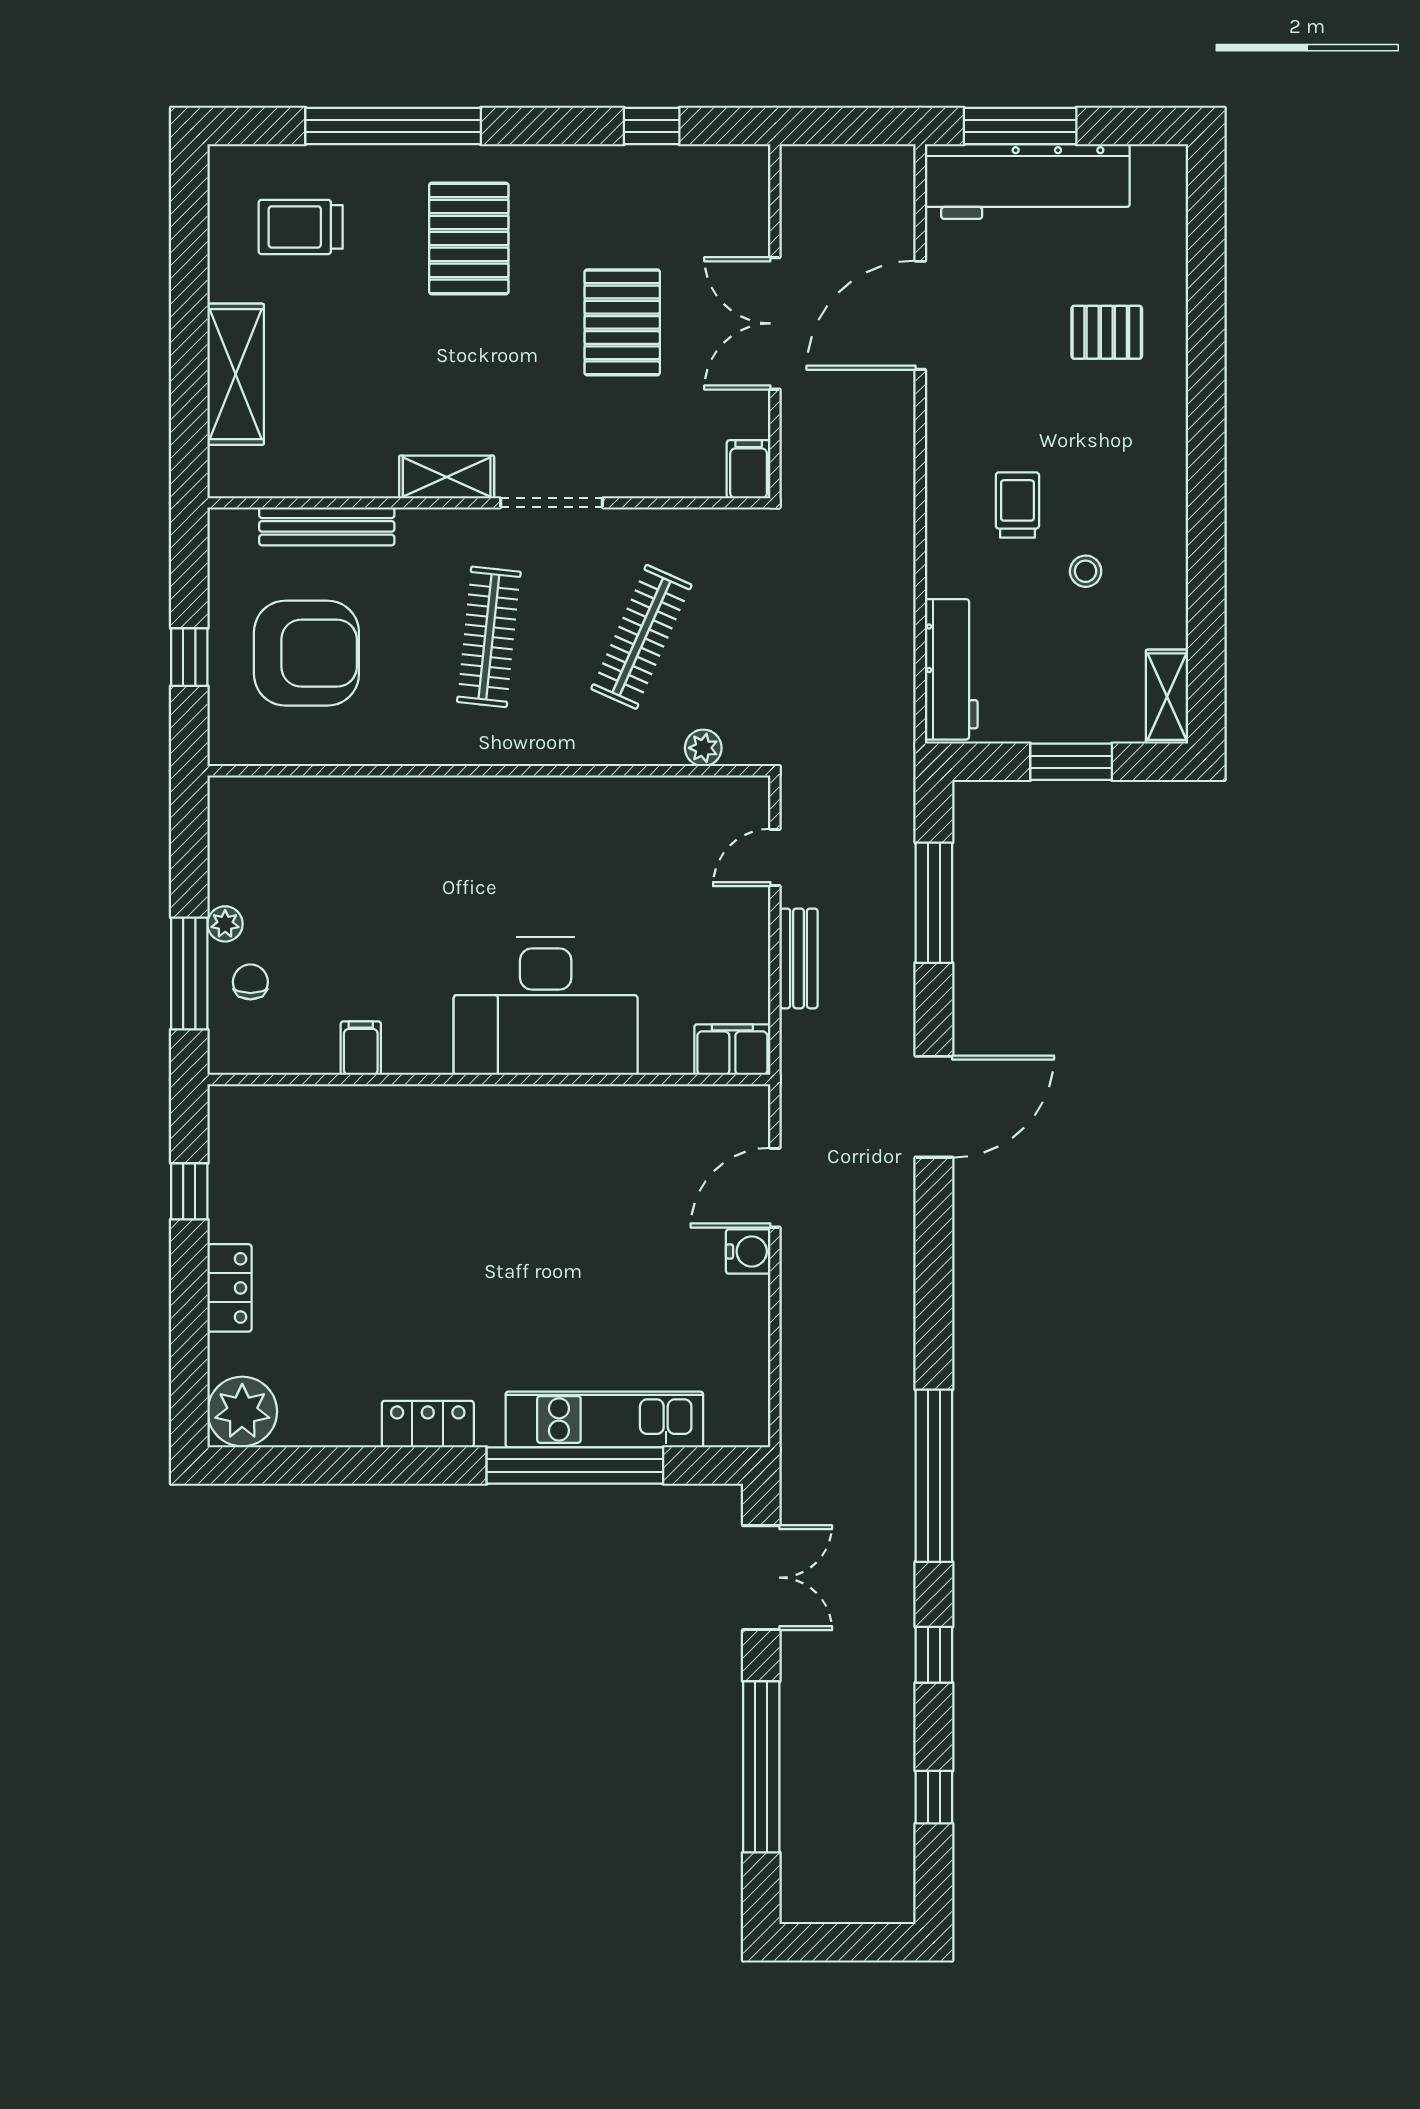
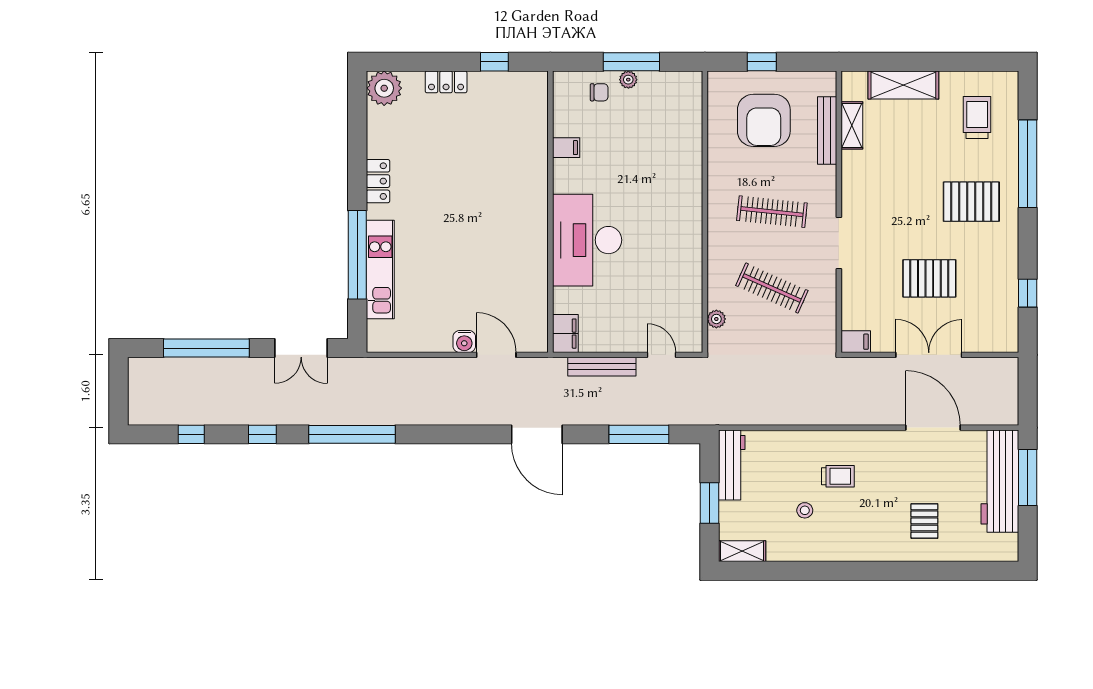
shelving: (447, 477) -> (852, 125), moved
workbench: (951, 669) -> (732, 465), moved, turned -90
bench: (799, 958) -> (602, 367), width x1.36
window: (189, 973) -> (631, 62), moved

